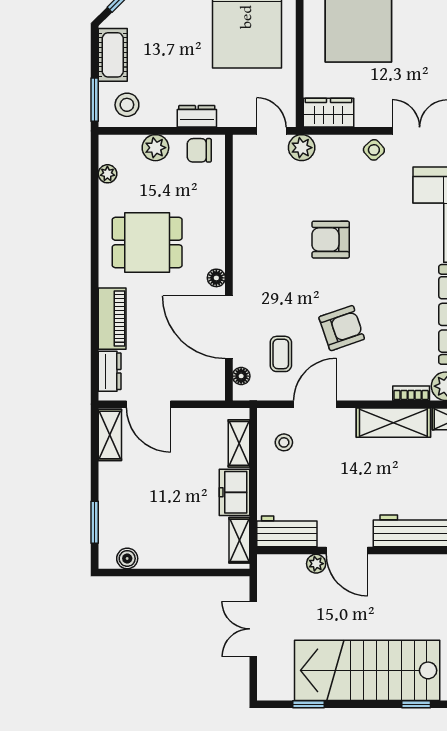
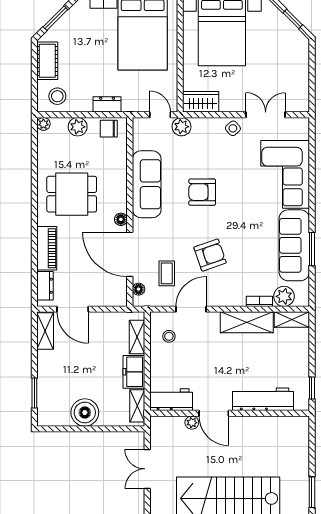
window: (95, 100) -> (34, 93), removed
plant: (107, 174) -> (43, 124), moved
sofa: (253, 229) -> (147, 184), added
boiler: (127, 558) -> (85, 413), moved, width x1.86, depth x1.86

